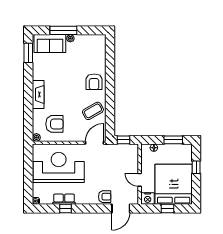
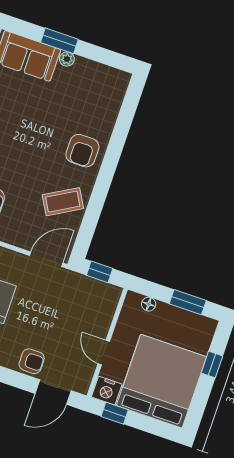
window: (63, 30) -> (59, 41), width x0.69
window: (168, 208) -> (115, 413), moved

